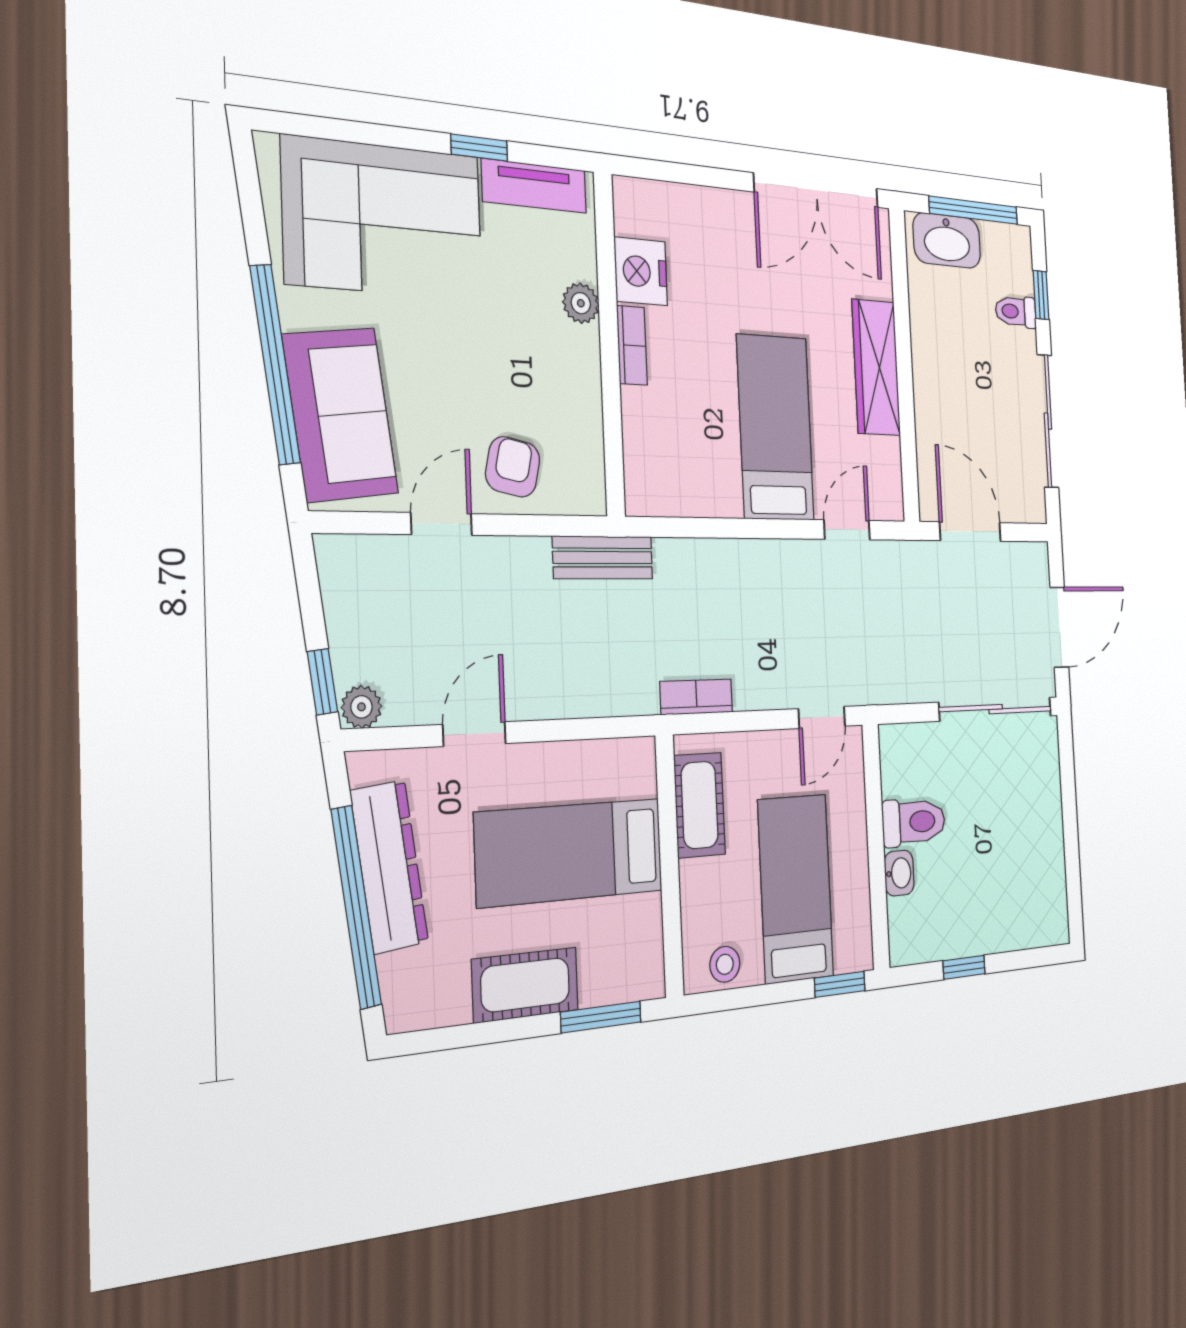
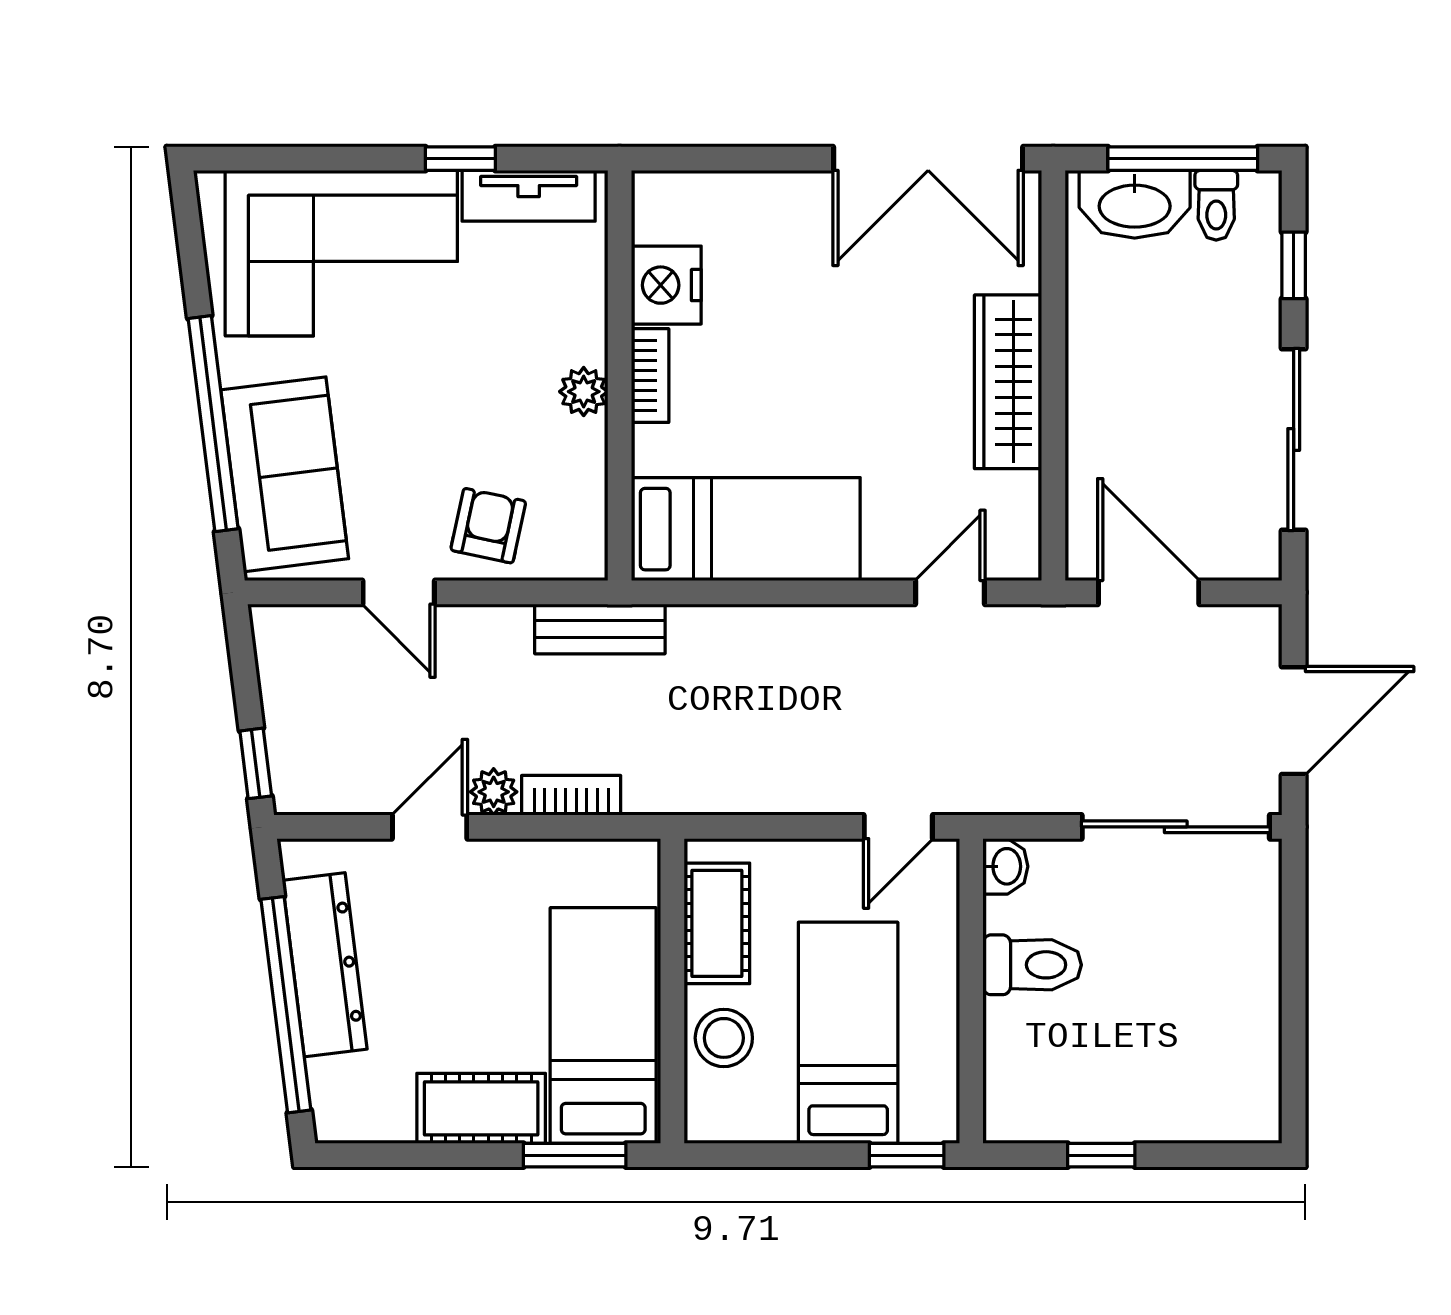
plant: (581, 303) -> (584, 392), moved
toilet: (1016, 312) -> (1216, 205), moved, turned -90
bed: (775, 428) -> (746, 529), moved, turned 90
door: (442, 524) -> (399, 592), swing flipped
bookcase: (696, 697) -> (571, 795), moved
plant: (361, 707) -> (494, 792), moved
bed: (570, 852) -> (603, 1026), moved, turned 90
washbasin: (899, 873) -> (1005, 866), moved
stool: (725, 964) -> (724, 1038), moved, width x1.37, depth x1.37

